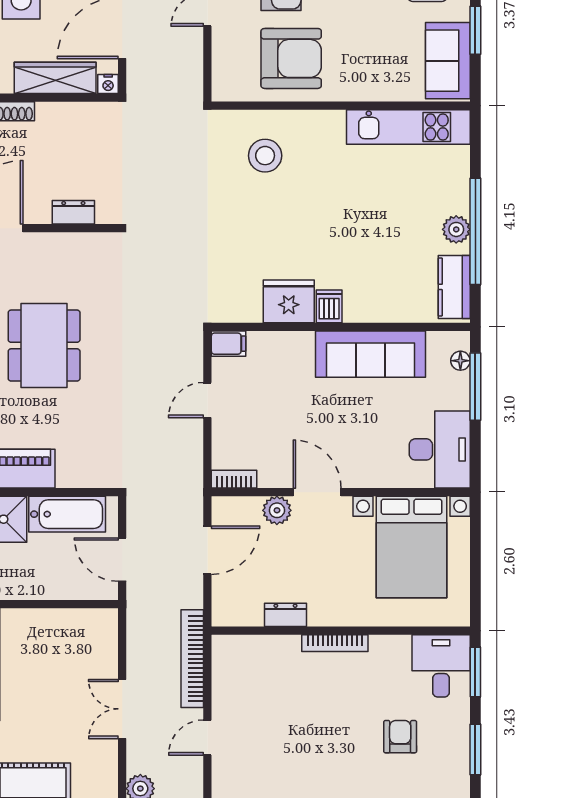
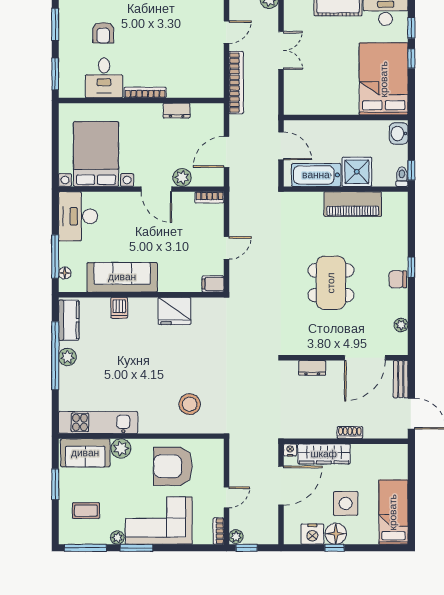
sofa: (448, 61) -> (85, 453), moved, turned 90
plant: (373, 86) -> (121, 448), added
dishwasher: (329, 306) -> (119, 308), moved
desk: (441, 666) -> (104, 78), moved

